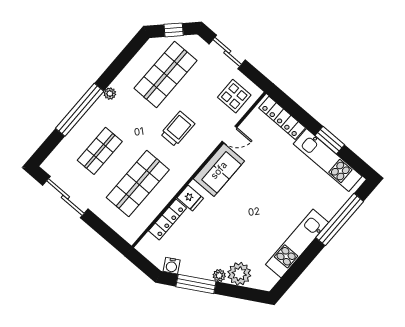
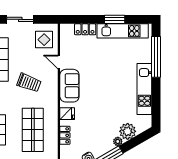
locker: (282, 118) -> (85, 29), width x0.66
trolley: (178, 129) -> (29, 83), turned 111
door: (229, 134) -> (59, 62), swing flipped
locker: (168, 219) -> (65, 135), width x0.66

